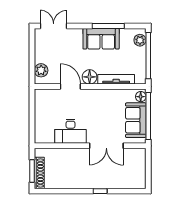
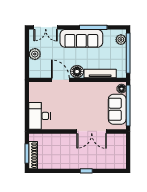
double door: (54, 26) -> (46, 27), swing flipped
sofa: (101, 39) -> (81, 38), width x1.36
plant: (41, 70) -> (35, 54), moved
desk: (71, 131) -> (40, 116), moved, turned 90

